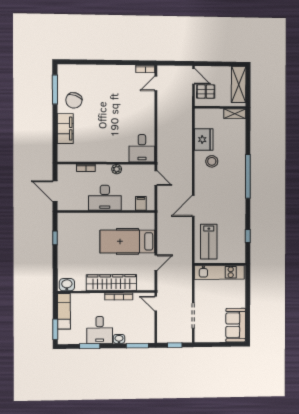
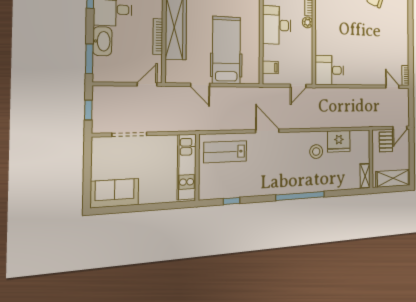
plant: (117, 169) -> (308, 22), moved
washbasin: (119, 339) -> (102, 41), width x1.91, depth x1.45

